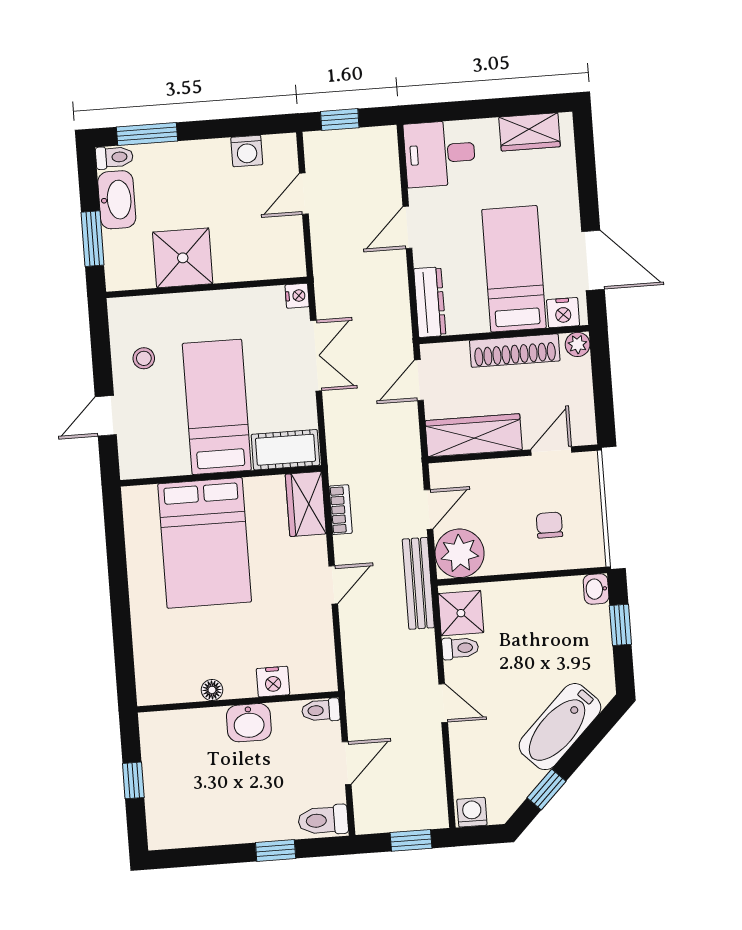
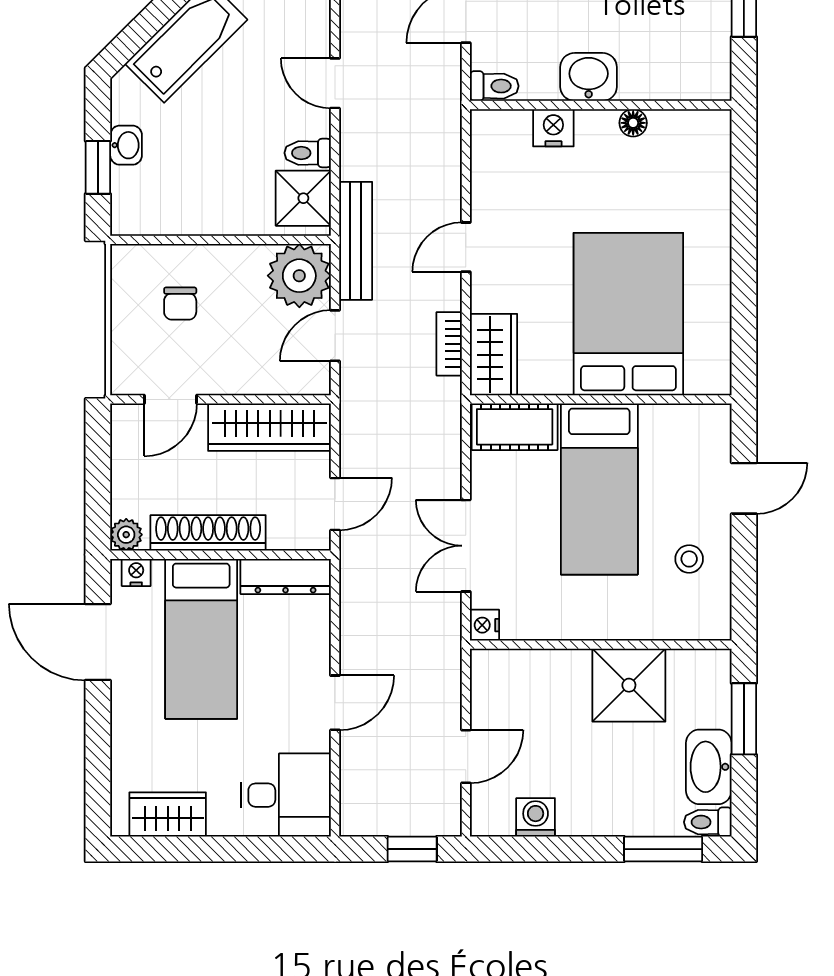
dresser: (430, 302) -> (286, 576), moved, turned -90
nightstand: (563, 313) -> (136, 572), width x0.72, depth x0.74
washbasin: (596, 589) -> (126, 145), moved

